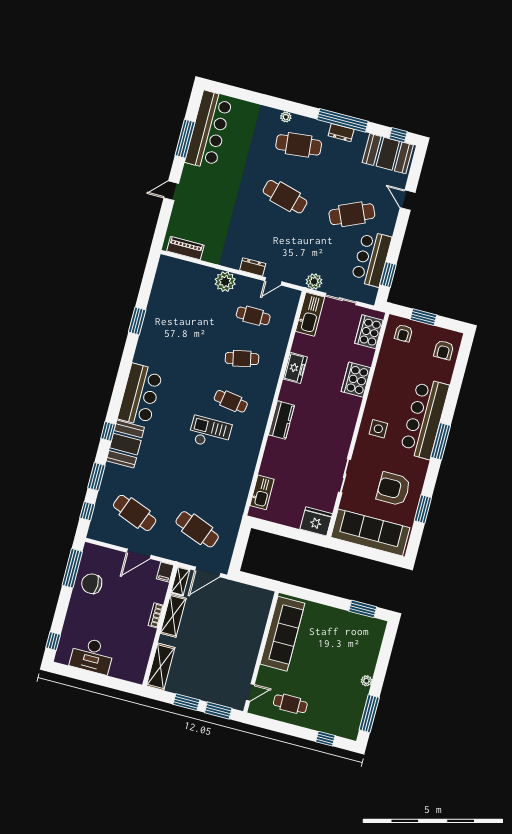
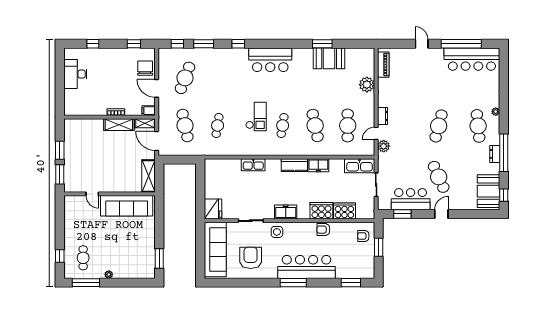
window: (185, 139) -> (461, 44), width x1.46
door: (408, 200) -> (441, 214), moved
door: (273, 281) -> (376, 133), hinge flipped
plant: (314, 281) -> (384, 146), moved
plant: (225, 282) -> (367, 85), moved
cafe table: (253, 316) -> (348, 126), width x1.37, depth x1.35
cooker: (369, 332) -> (344, 211), moved
armchair: (444, 350) -> (323, 230), moved
cafe table: (242, 359) -> (315, 126), width x1.37, depth x1.35
kitchen counter: (281, 420) -> (294, 165), moved
freezer: (345, 427) -> (286, 212), added
side table: (378, 429) -> (277, 232), moved
booth: (125, 444) -> (329, 58), moved
cafe table: (208, 487) -> (218, 126), added
kitchen sink: (262, 492) -> (253, 165), moved
window: (423, 509) -> (351, 283), moved
cafe table: (197, 529) -> (185, 126), turned -33
window: (72, 568) -> (134, 44), width x0.46
chair: (92, 584) -> (145, 68), moved
window: (53, 641) -> (93, 44), moved
shelving: (161, 667) -> (149, 176), moved, turned 90
door: (250, 692) -> (92, 194), moved
cafe table: (290, 704) -> (83, 258), moved

